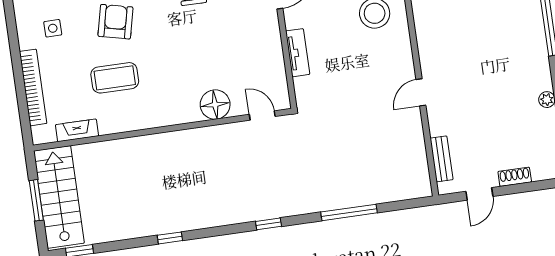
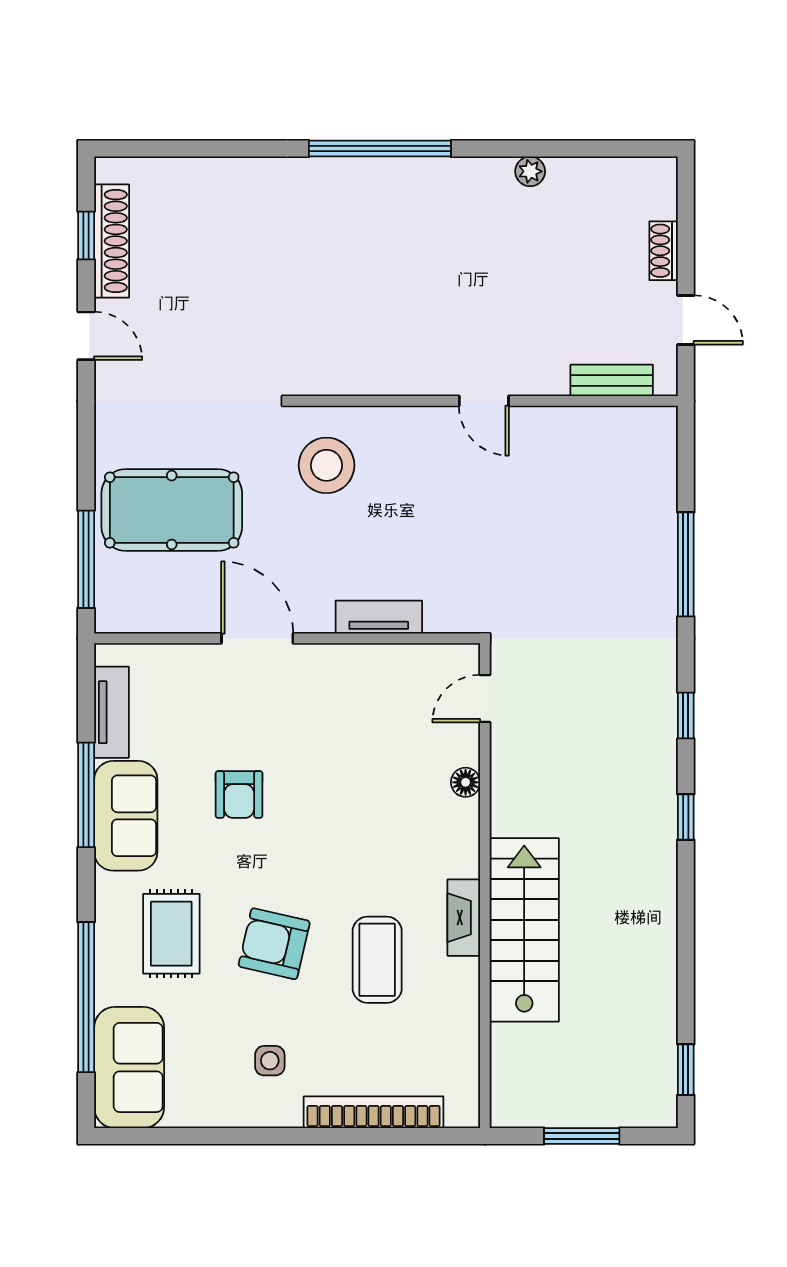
floor lamp: (215, 105) -> (466, 782), width x0.53, depth x0.53
fireplace: (77, 130) -> (464, 918), moved
stairs: (59, 197) -> (524, 930), moved, turned 90
window: (170, 238) -> (686, 817), moved

